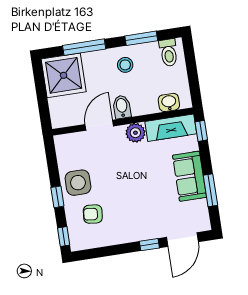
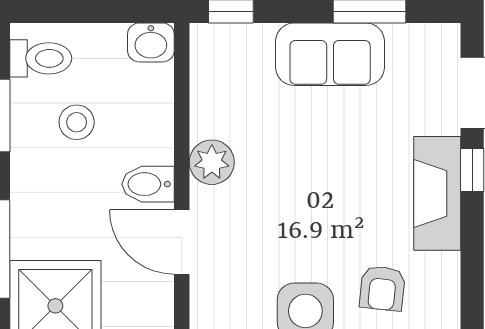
stool: (125, 65) -> (77, 122), moved
washbasin: (169, 102) -> (151, 42), moved, turned -90
fireplace: (171, 128) -> (437, 193), moved, turned 180

